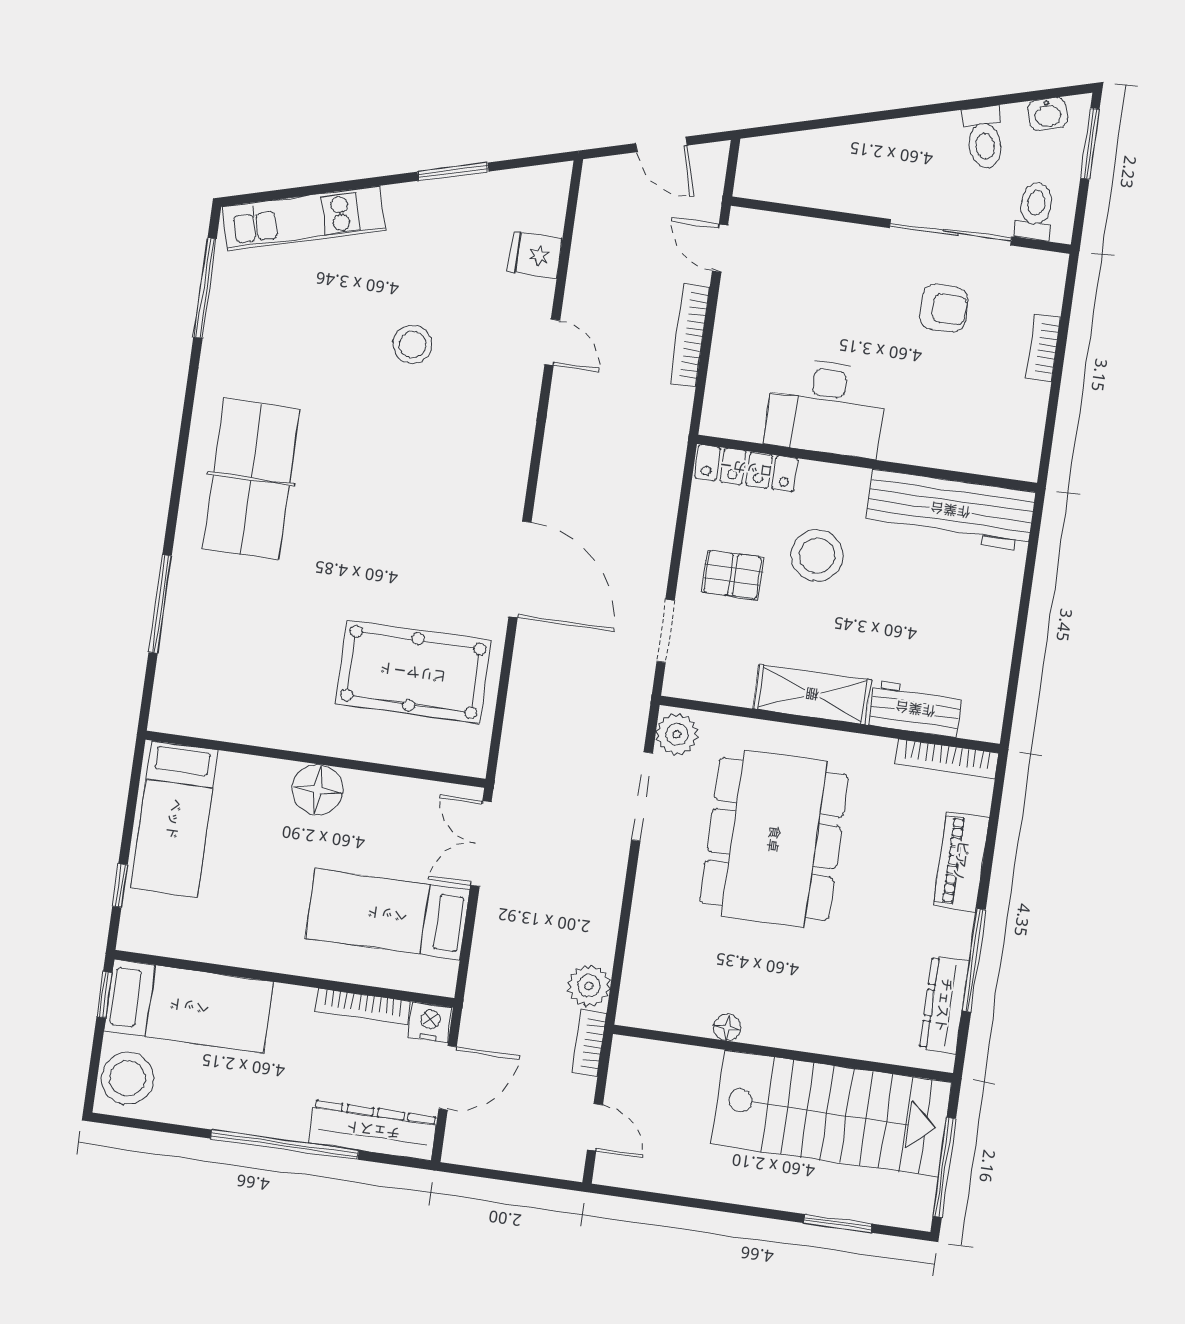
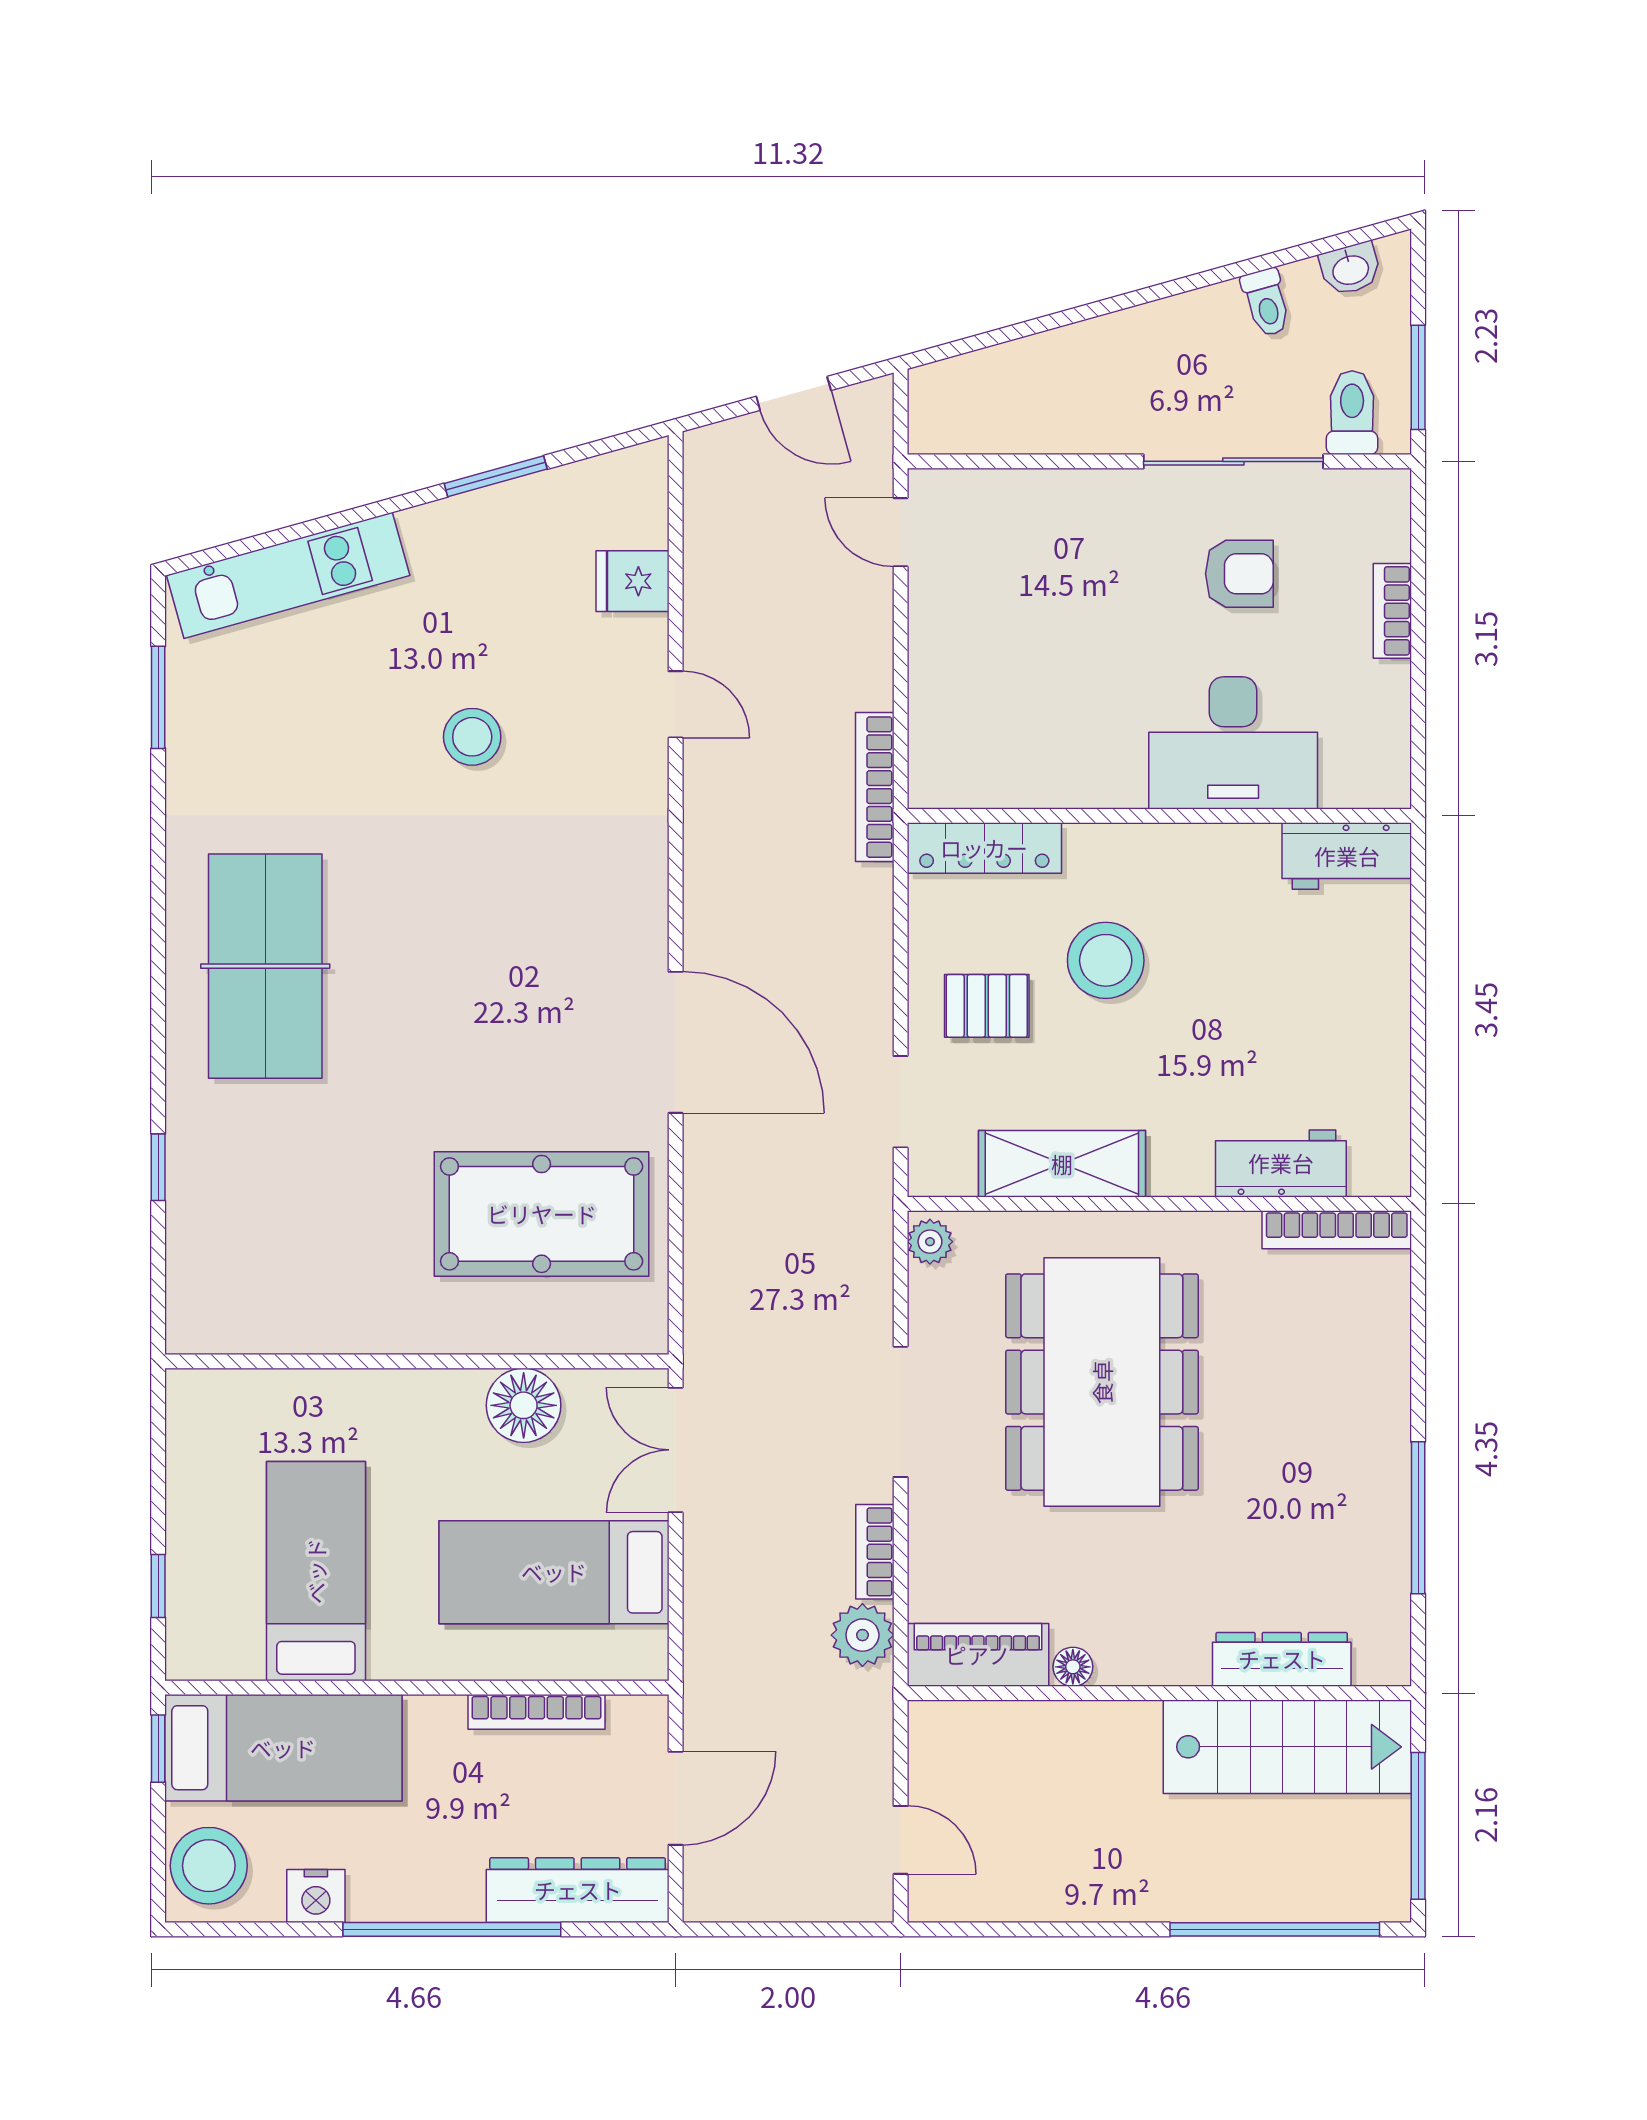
toilet: (984, 138) -> (1266, 302), width x0.73, depth x0.72
window: (1090, 144) -> (1418, 377), moved
window: (205, 288) -> (158, 697), width x0.69
bookcase: (690, 335) -> (875, 787), moved
desk: (826, 408) -> (1233, 743), moved
workbench: (950, 510) -> (1347, 856), width x0.53, depth x0.76
window: (160, 604) -> (158, 1167), width x0.46
shelving: (812, 694) -> (1062, 1164), moved
plant: (677, 734) -> (930, 1242), width x0.73, depth x0.73
floor lamp: (317, 790) -> (524, 1405), moved
doorway: (642, 797) -> (901, 1412), moved
bed: (174, 819) -> (316, 1571), moved, turned 180
piano: (961, 861) -> (978, 1655), moved, turned 90
dresser: (944, 1005) -> (1282, 1659), moved, turned 90
nightstand: (430, 1022) -> (316, 1896), moved, turned 180
bookcase: (589, 1043) -> (875, 1552), moved
stairs: (831, 1113) -> (1287, 1747), width x0.73, depth x0.66
window: (838, 1223) -> (1275, 1929), width x2.11

